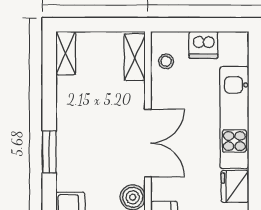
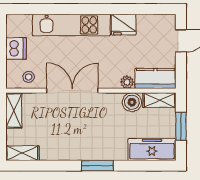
shelving: (135, 57) -> (14, 110), moved, turned 90
double door: (148, 143) -> (72, 91), moved
plant: (159, 191) -> (127, 82), added

